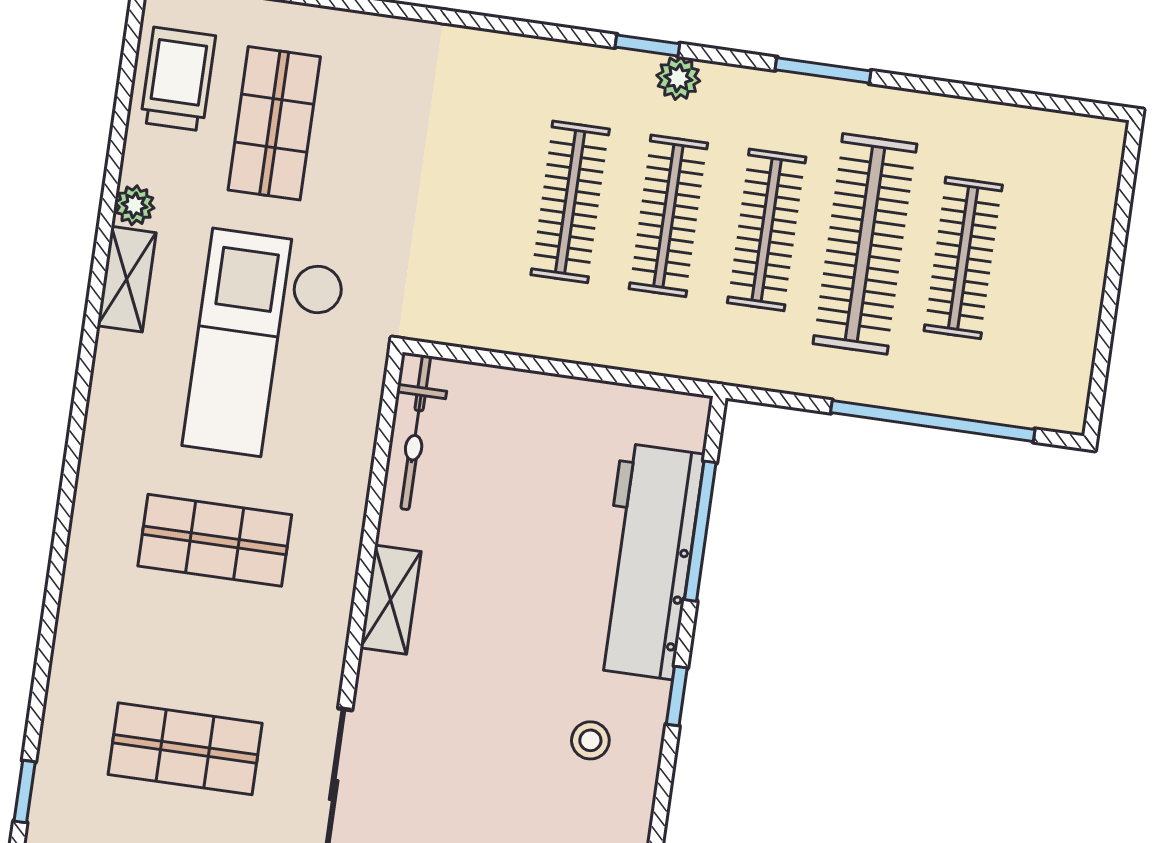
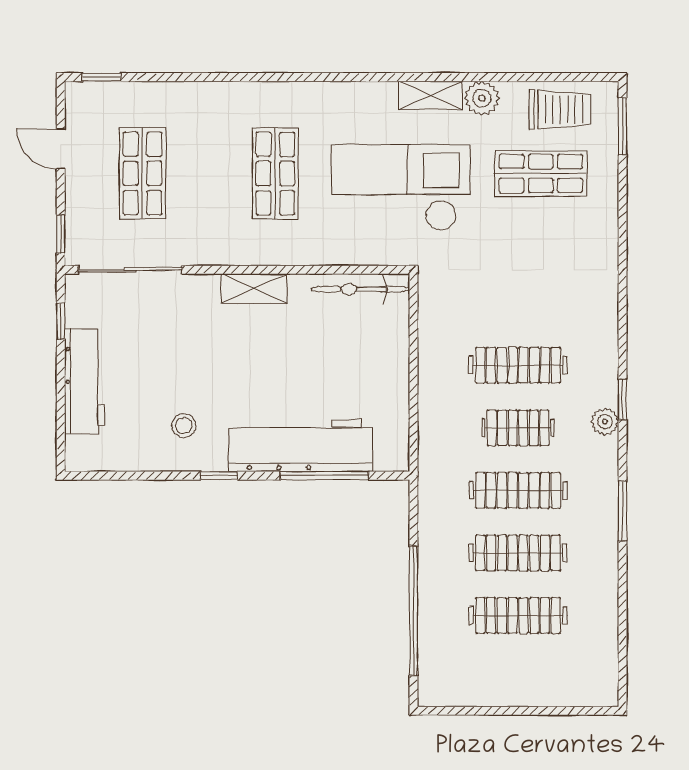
plant: (134, 205) -> (482, 98), width x1.38, depth x1.38
clothes rail: (668, 216) -> (518, 428), width x0.73
clothes rail: (865, 244) -> (518, 553), width x0.73, depth x0.76

